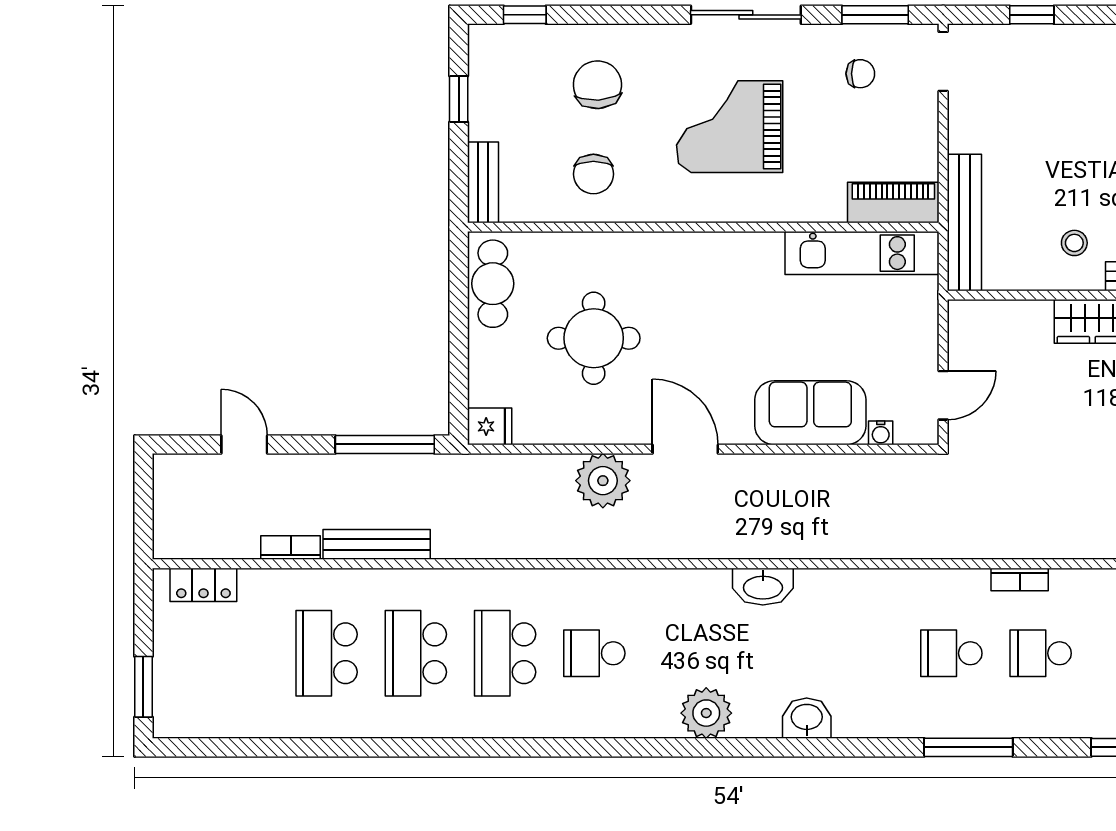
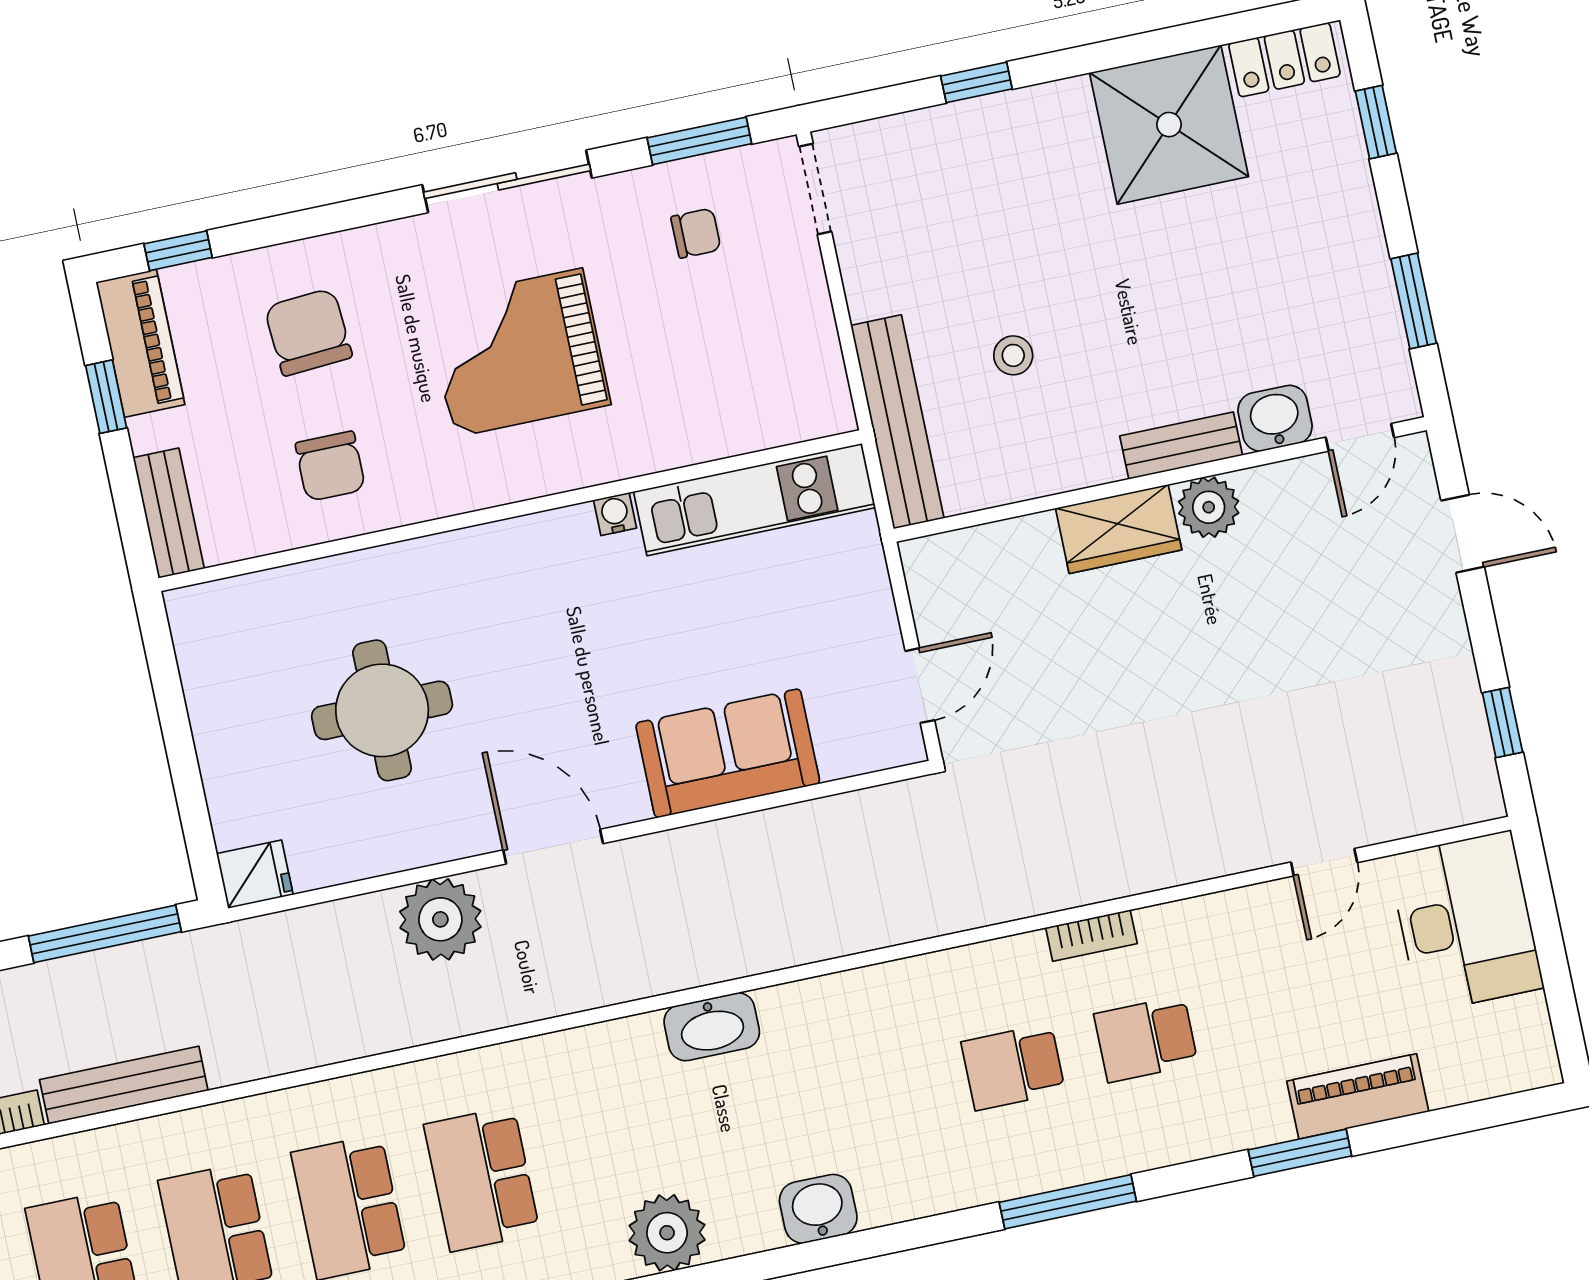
window: (1032, 15) -> (976, 82), moved
piano: (893, 202) -> (140, 343), moved, turned 90
stool: (1074, 243) -> (1013, 355), moved
cafe table: (493, 284) -> (215, 661), removed
water cooler: (881, 433) -> (615, 514), moved, turned 180
school desk: (594, 653) -> (482, 1179), width x1.85

